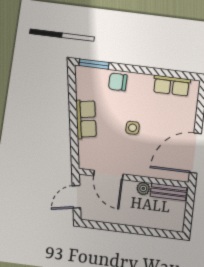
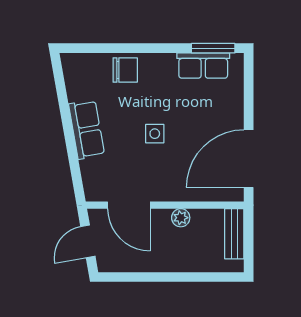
window: (94, 64) -> (213, 48), moved
chair: (118, 82) -> (125, 70), turned 180
bench: (169, 192) -> (234, 234), moved, turned 90

